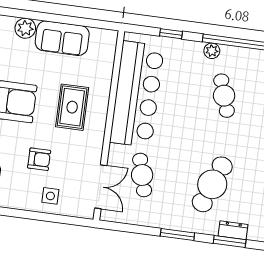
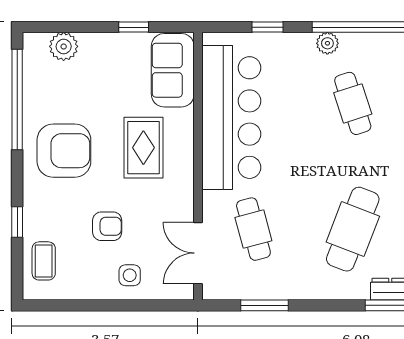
window: (77, 21) -> (134, 27), added
sofa: (62, 38) -> (173, 70), moved, turned 90
double door: (101, 187) -> (198, 253), swing flipped
window: (177, 235) -> (265, 305), moved

